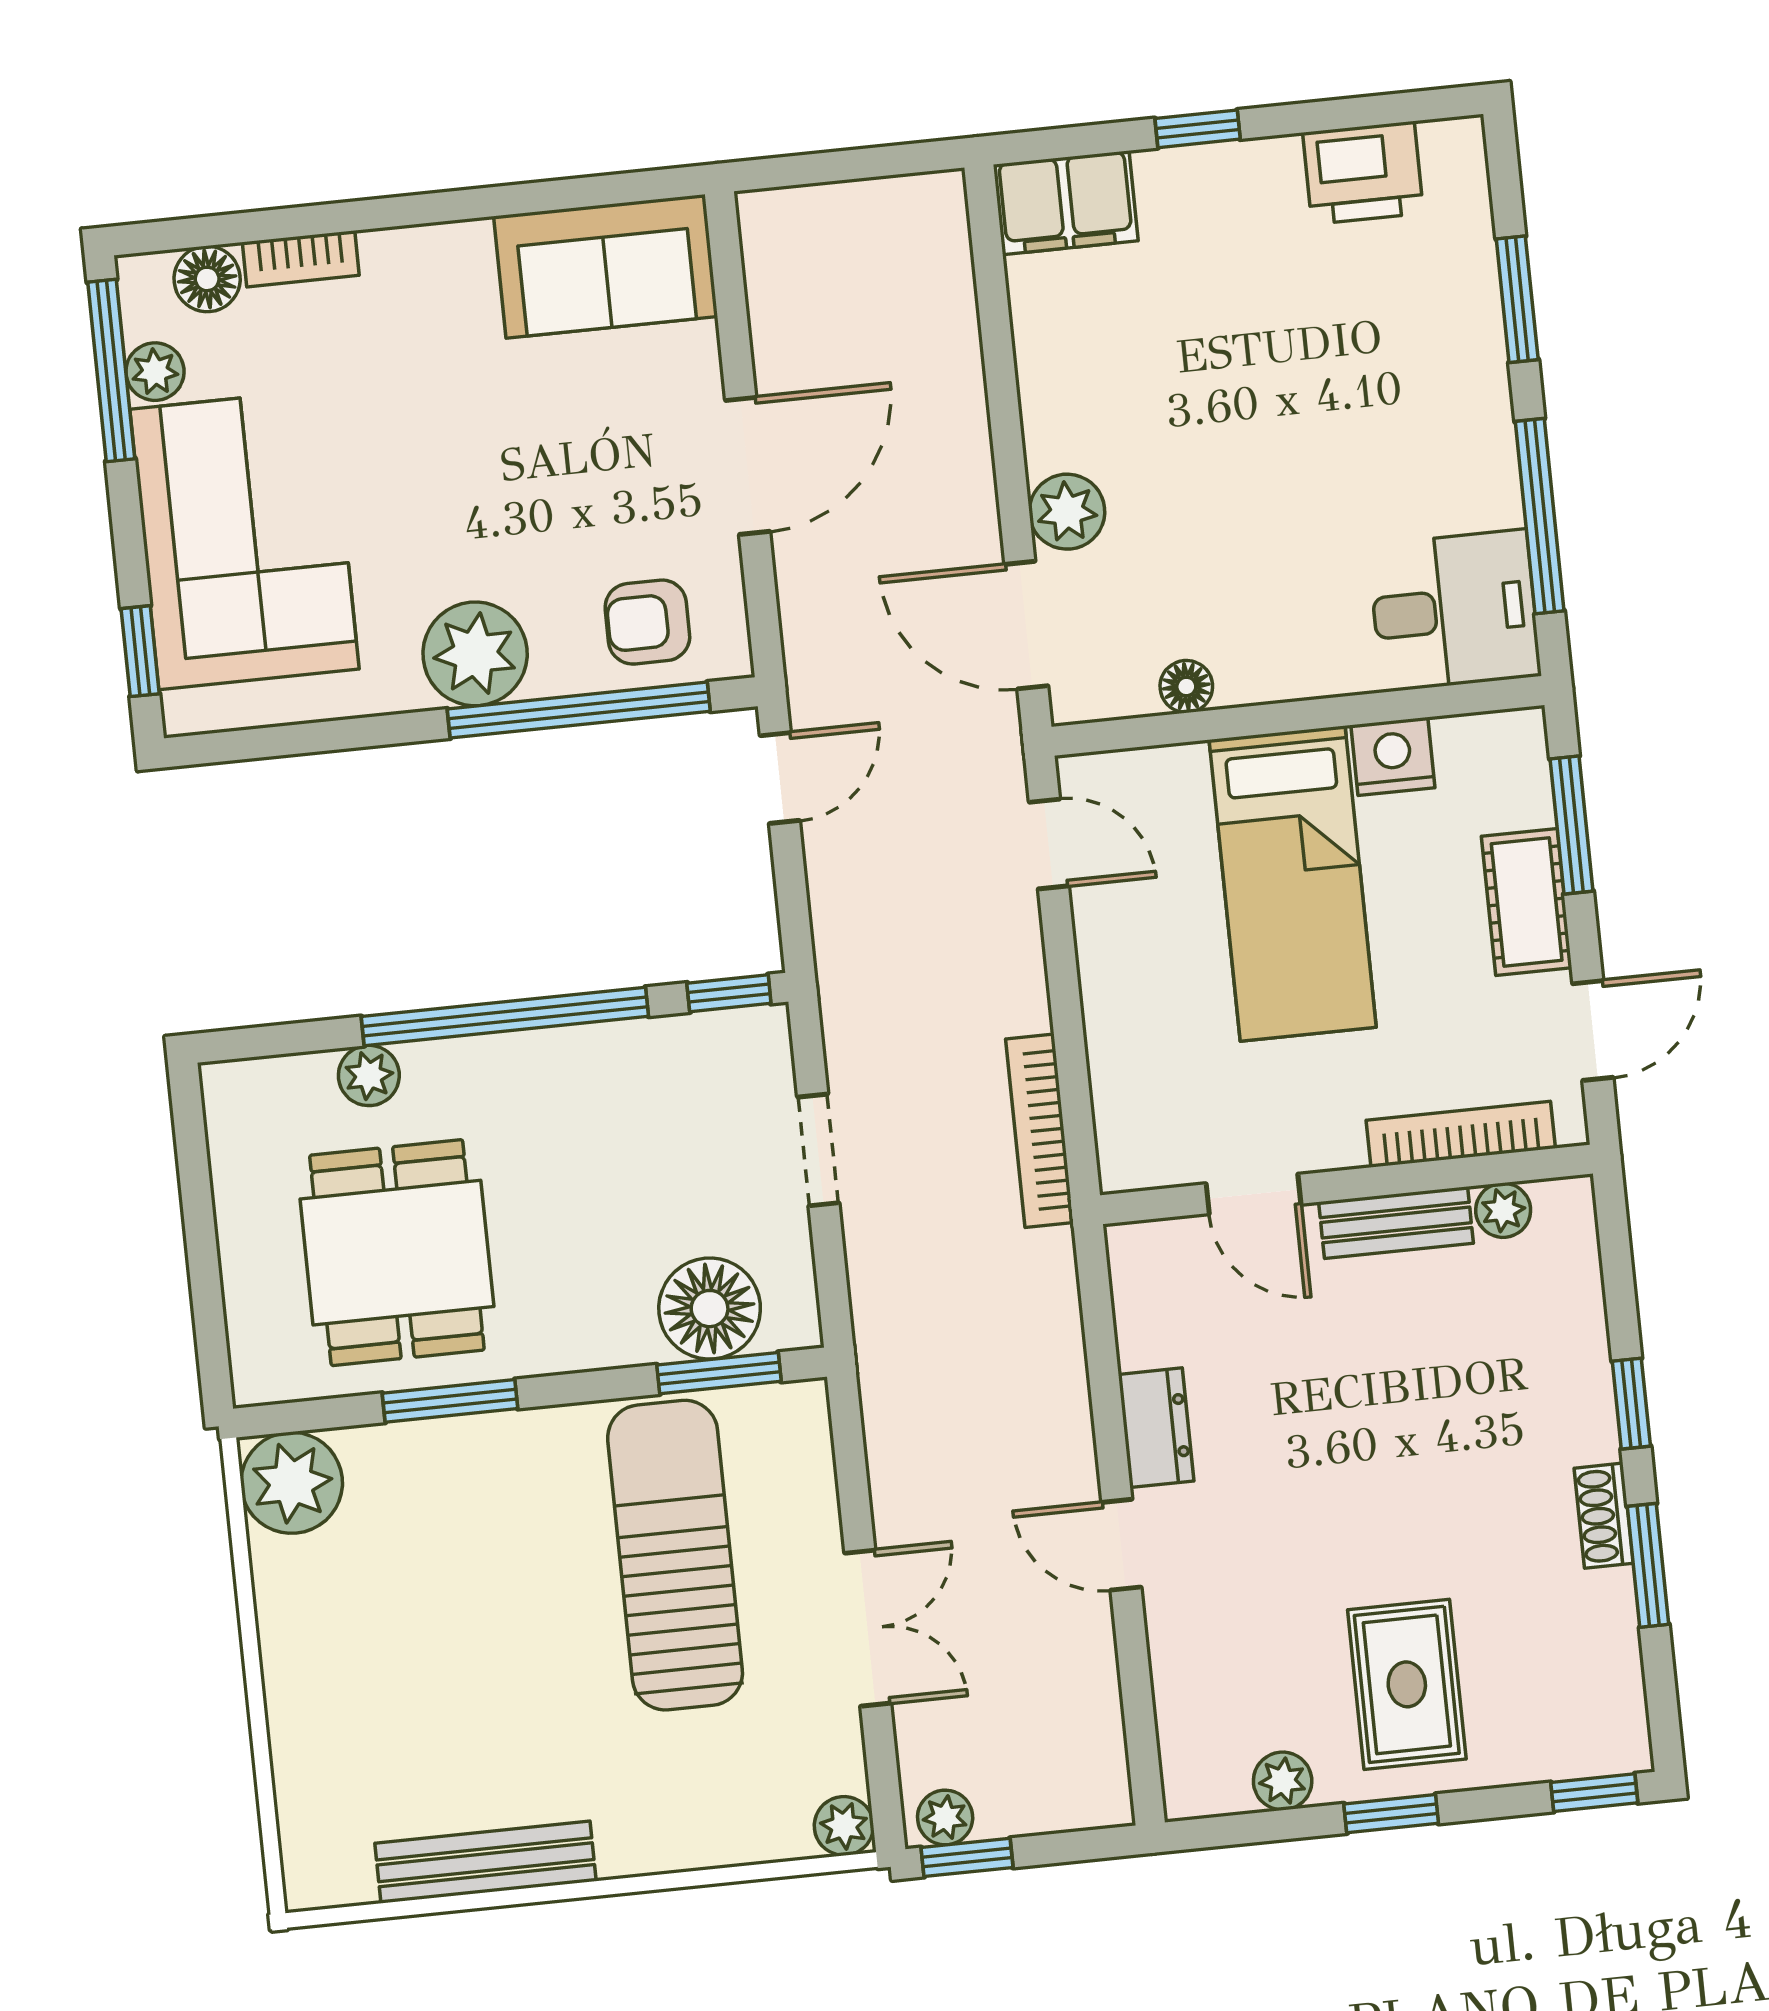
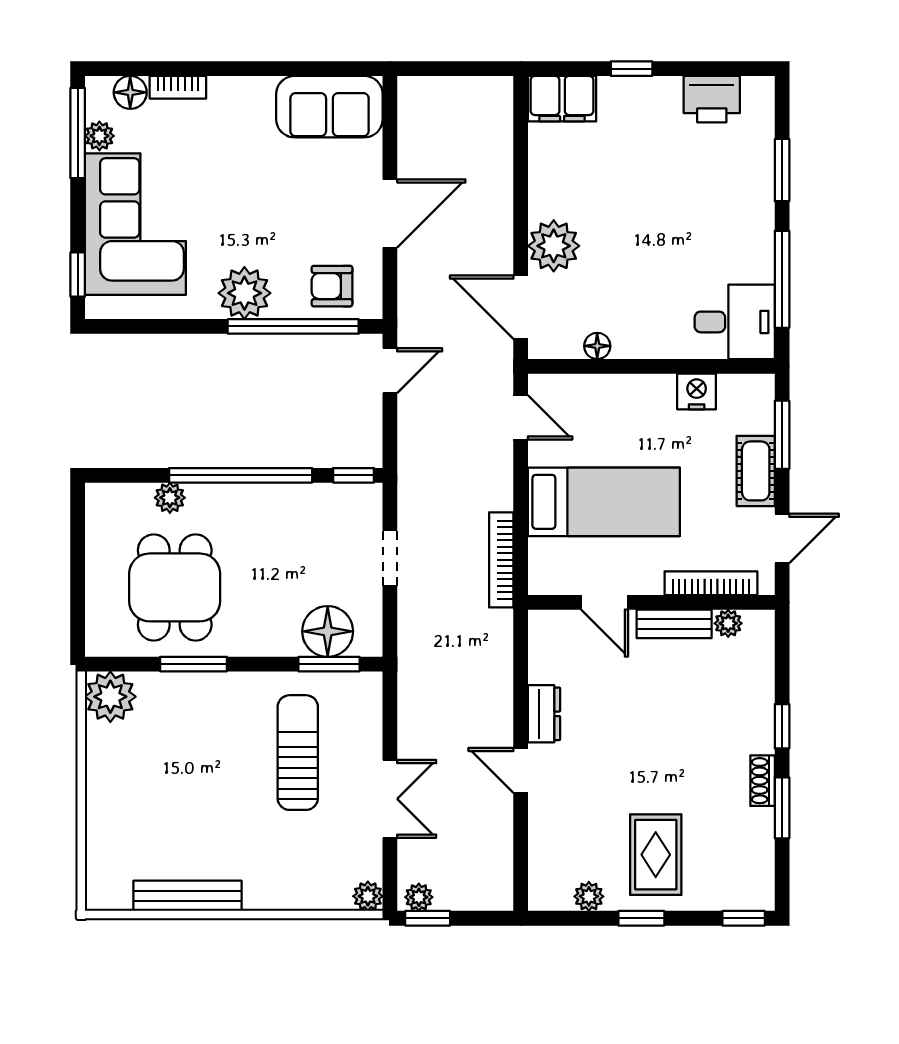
plant: (1067, 512) -> (554, 246), width x1.36, depth x1.36
bed: (1293, 883) -> (604, 502), moved, turned -90
sun lounger: (675, 1555) -> (298, 753), width x0.73, depth x0.75

